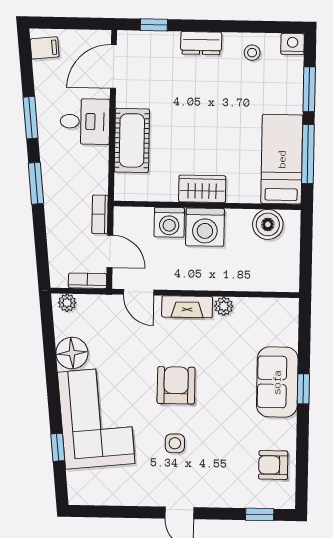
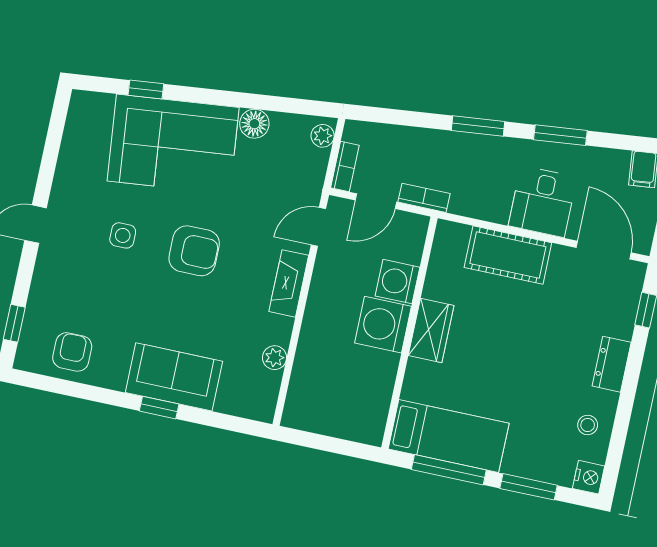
boiler: (268, 224) -> (371, 403), removed
plant: (224, 306) -> (275, 358), moved
floor lamp: (72, 353) -> (254, 124), width x0.73, depth x0.73

